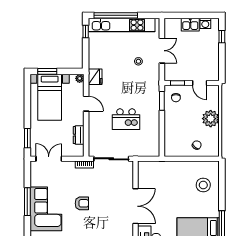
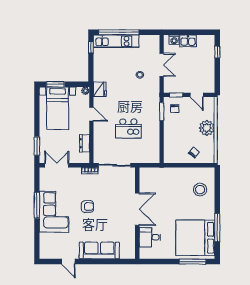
washing machine: (205, 23) -> (174, 40), moved
kitchen unit: (122, 25) -> (116, 41), width x0.73

